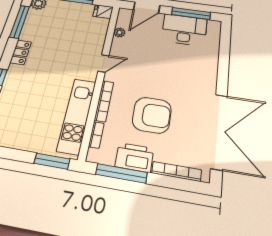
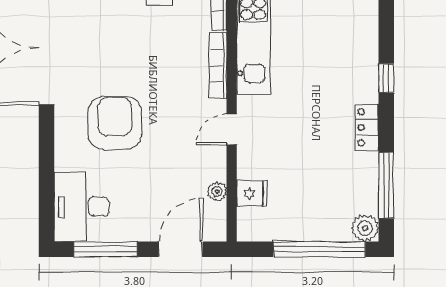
fridge: (103, 12) -> (252, 193), moved
desk: (184, 30) -> (82, 207), moved, turned 90
armchair: (152, 115) -> (115, 123), moved, turned 90

